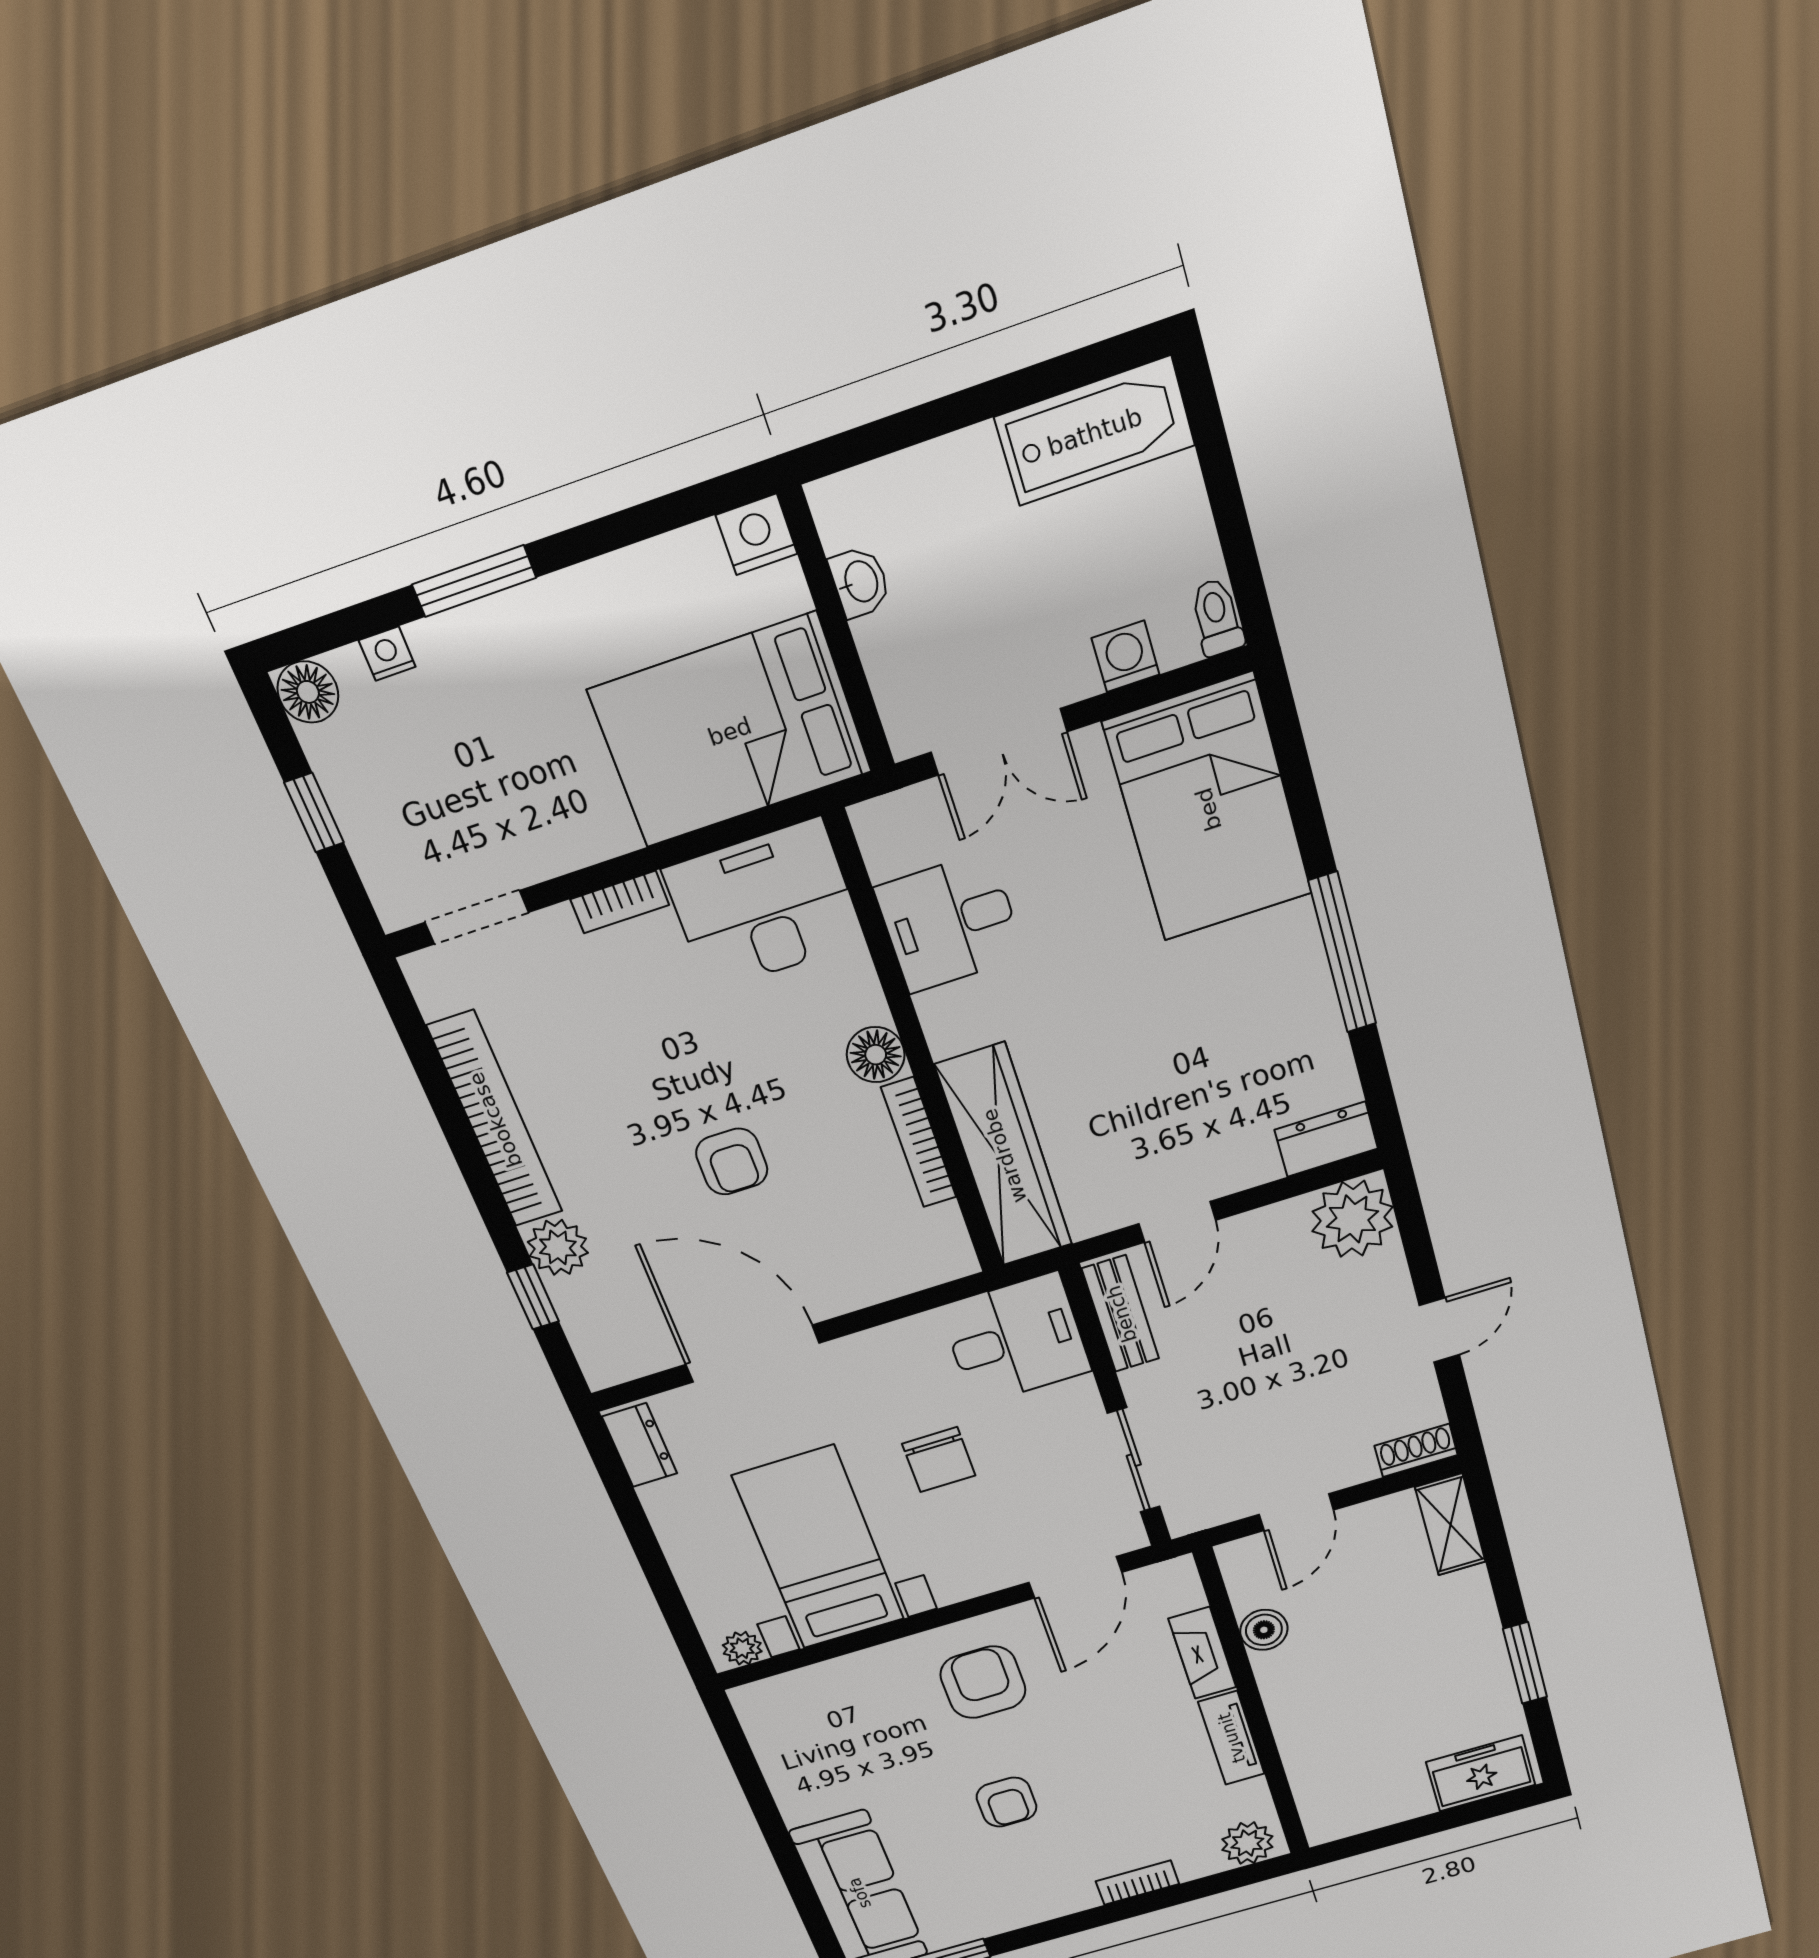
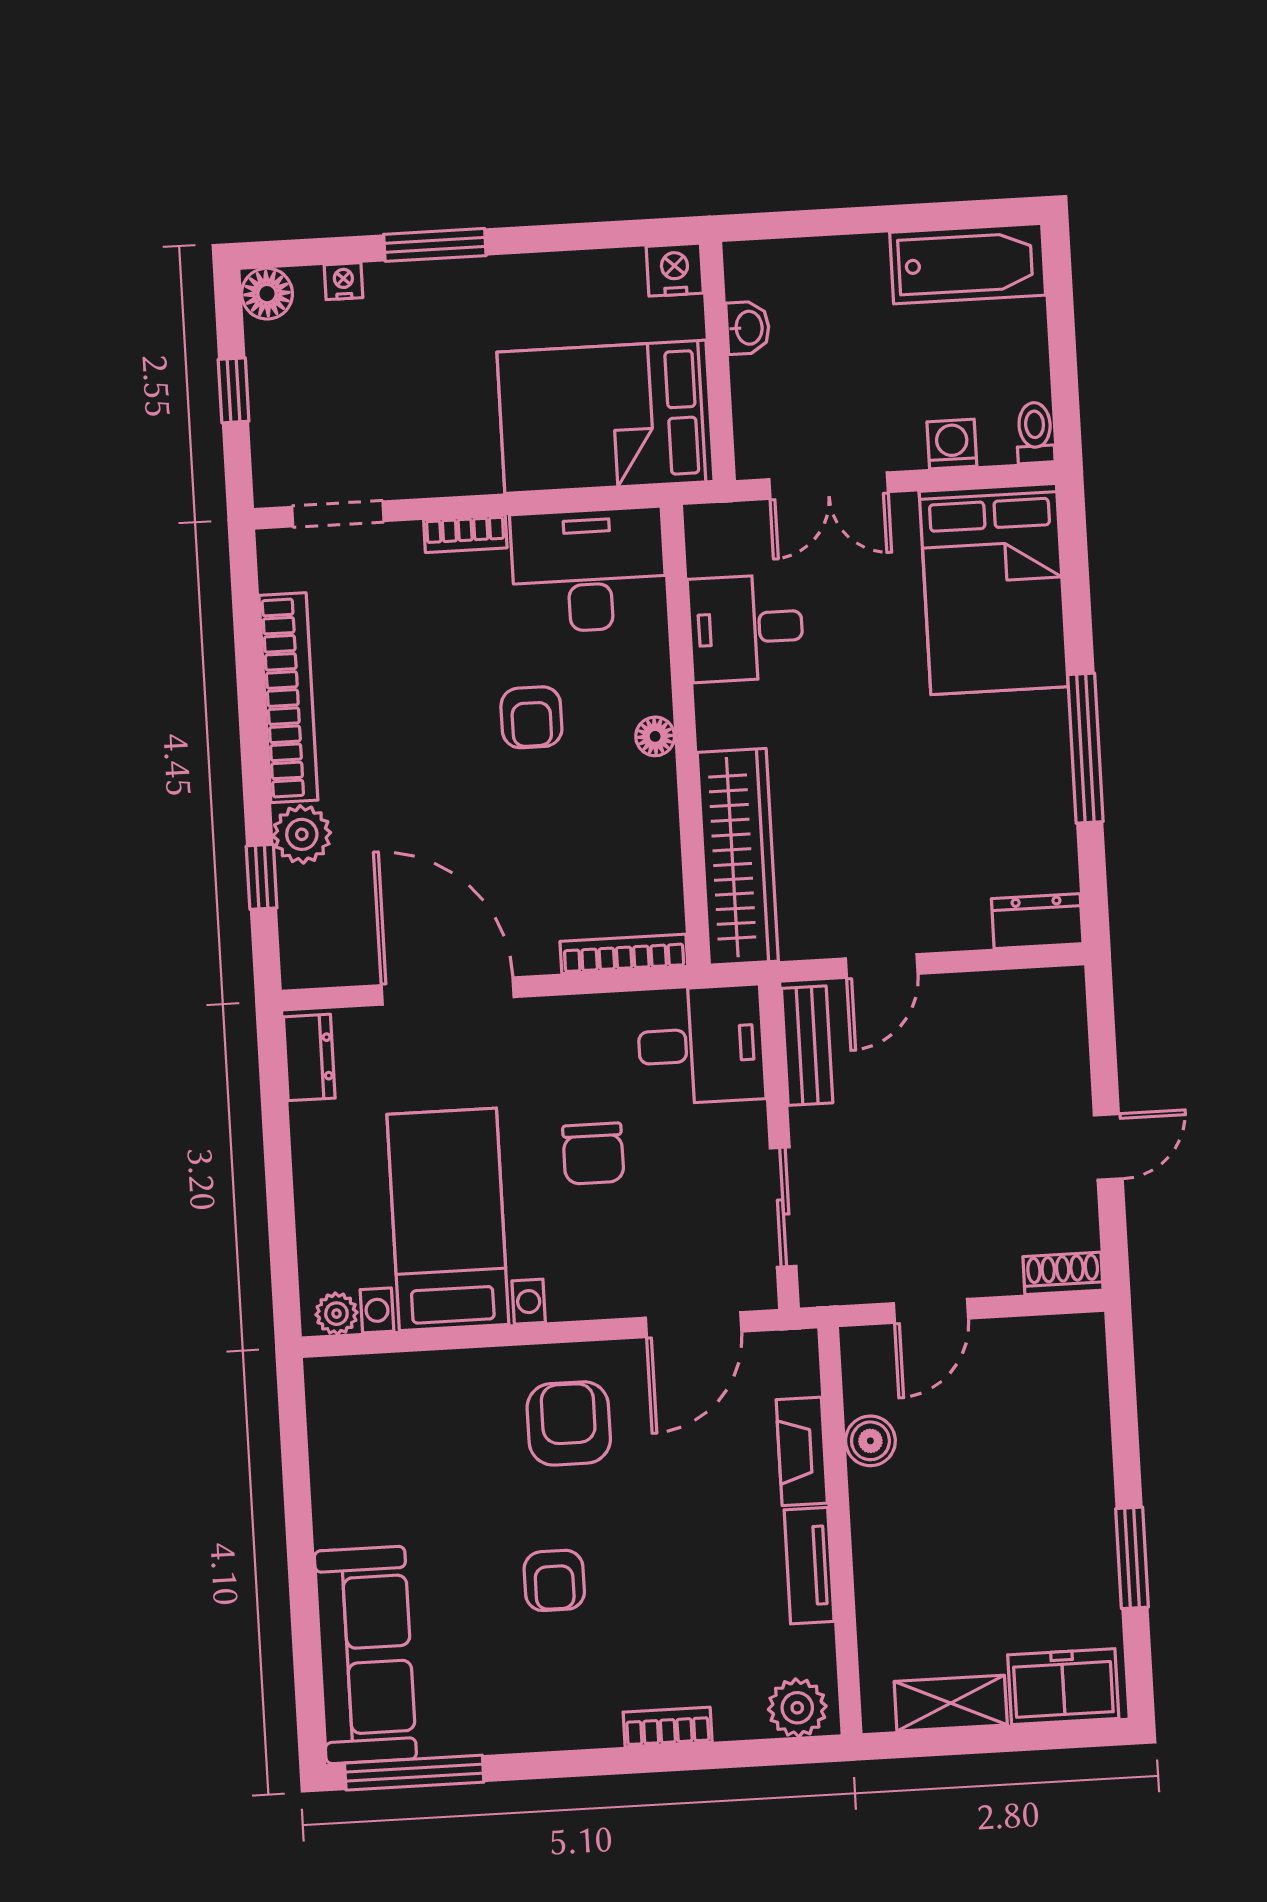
floor lamp: (876, 1055) -> (655, 736), width x0.73, depth x0.73
bookcase: (919, 1142) -> (624, 954), moved, turned 90
armchair: (732, 1162) -> (531, 717), moved
plant: (1352, 1219) -> (1046, 1008), removed
shelving: (1450, 1525) -> (951, 1703), moved, turned 90

